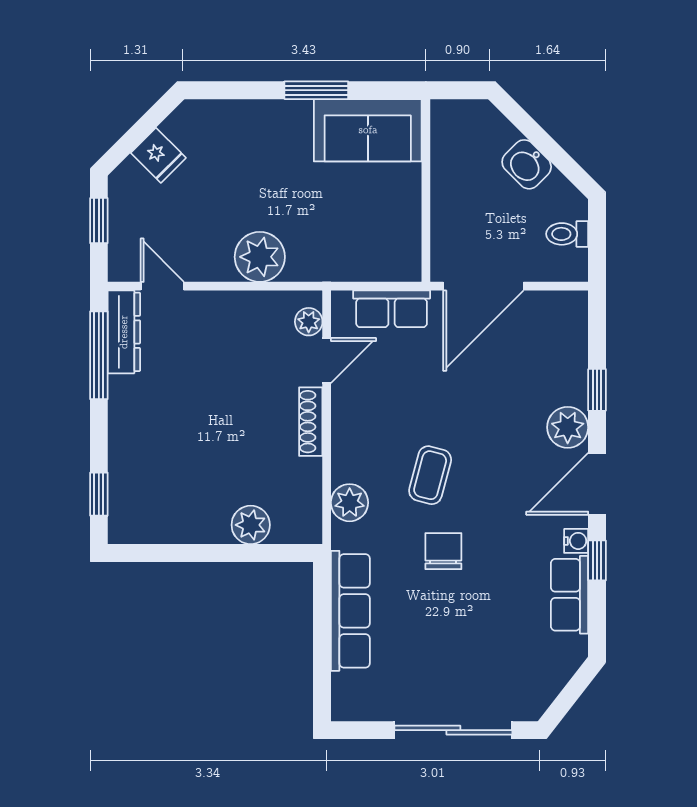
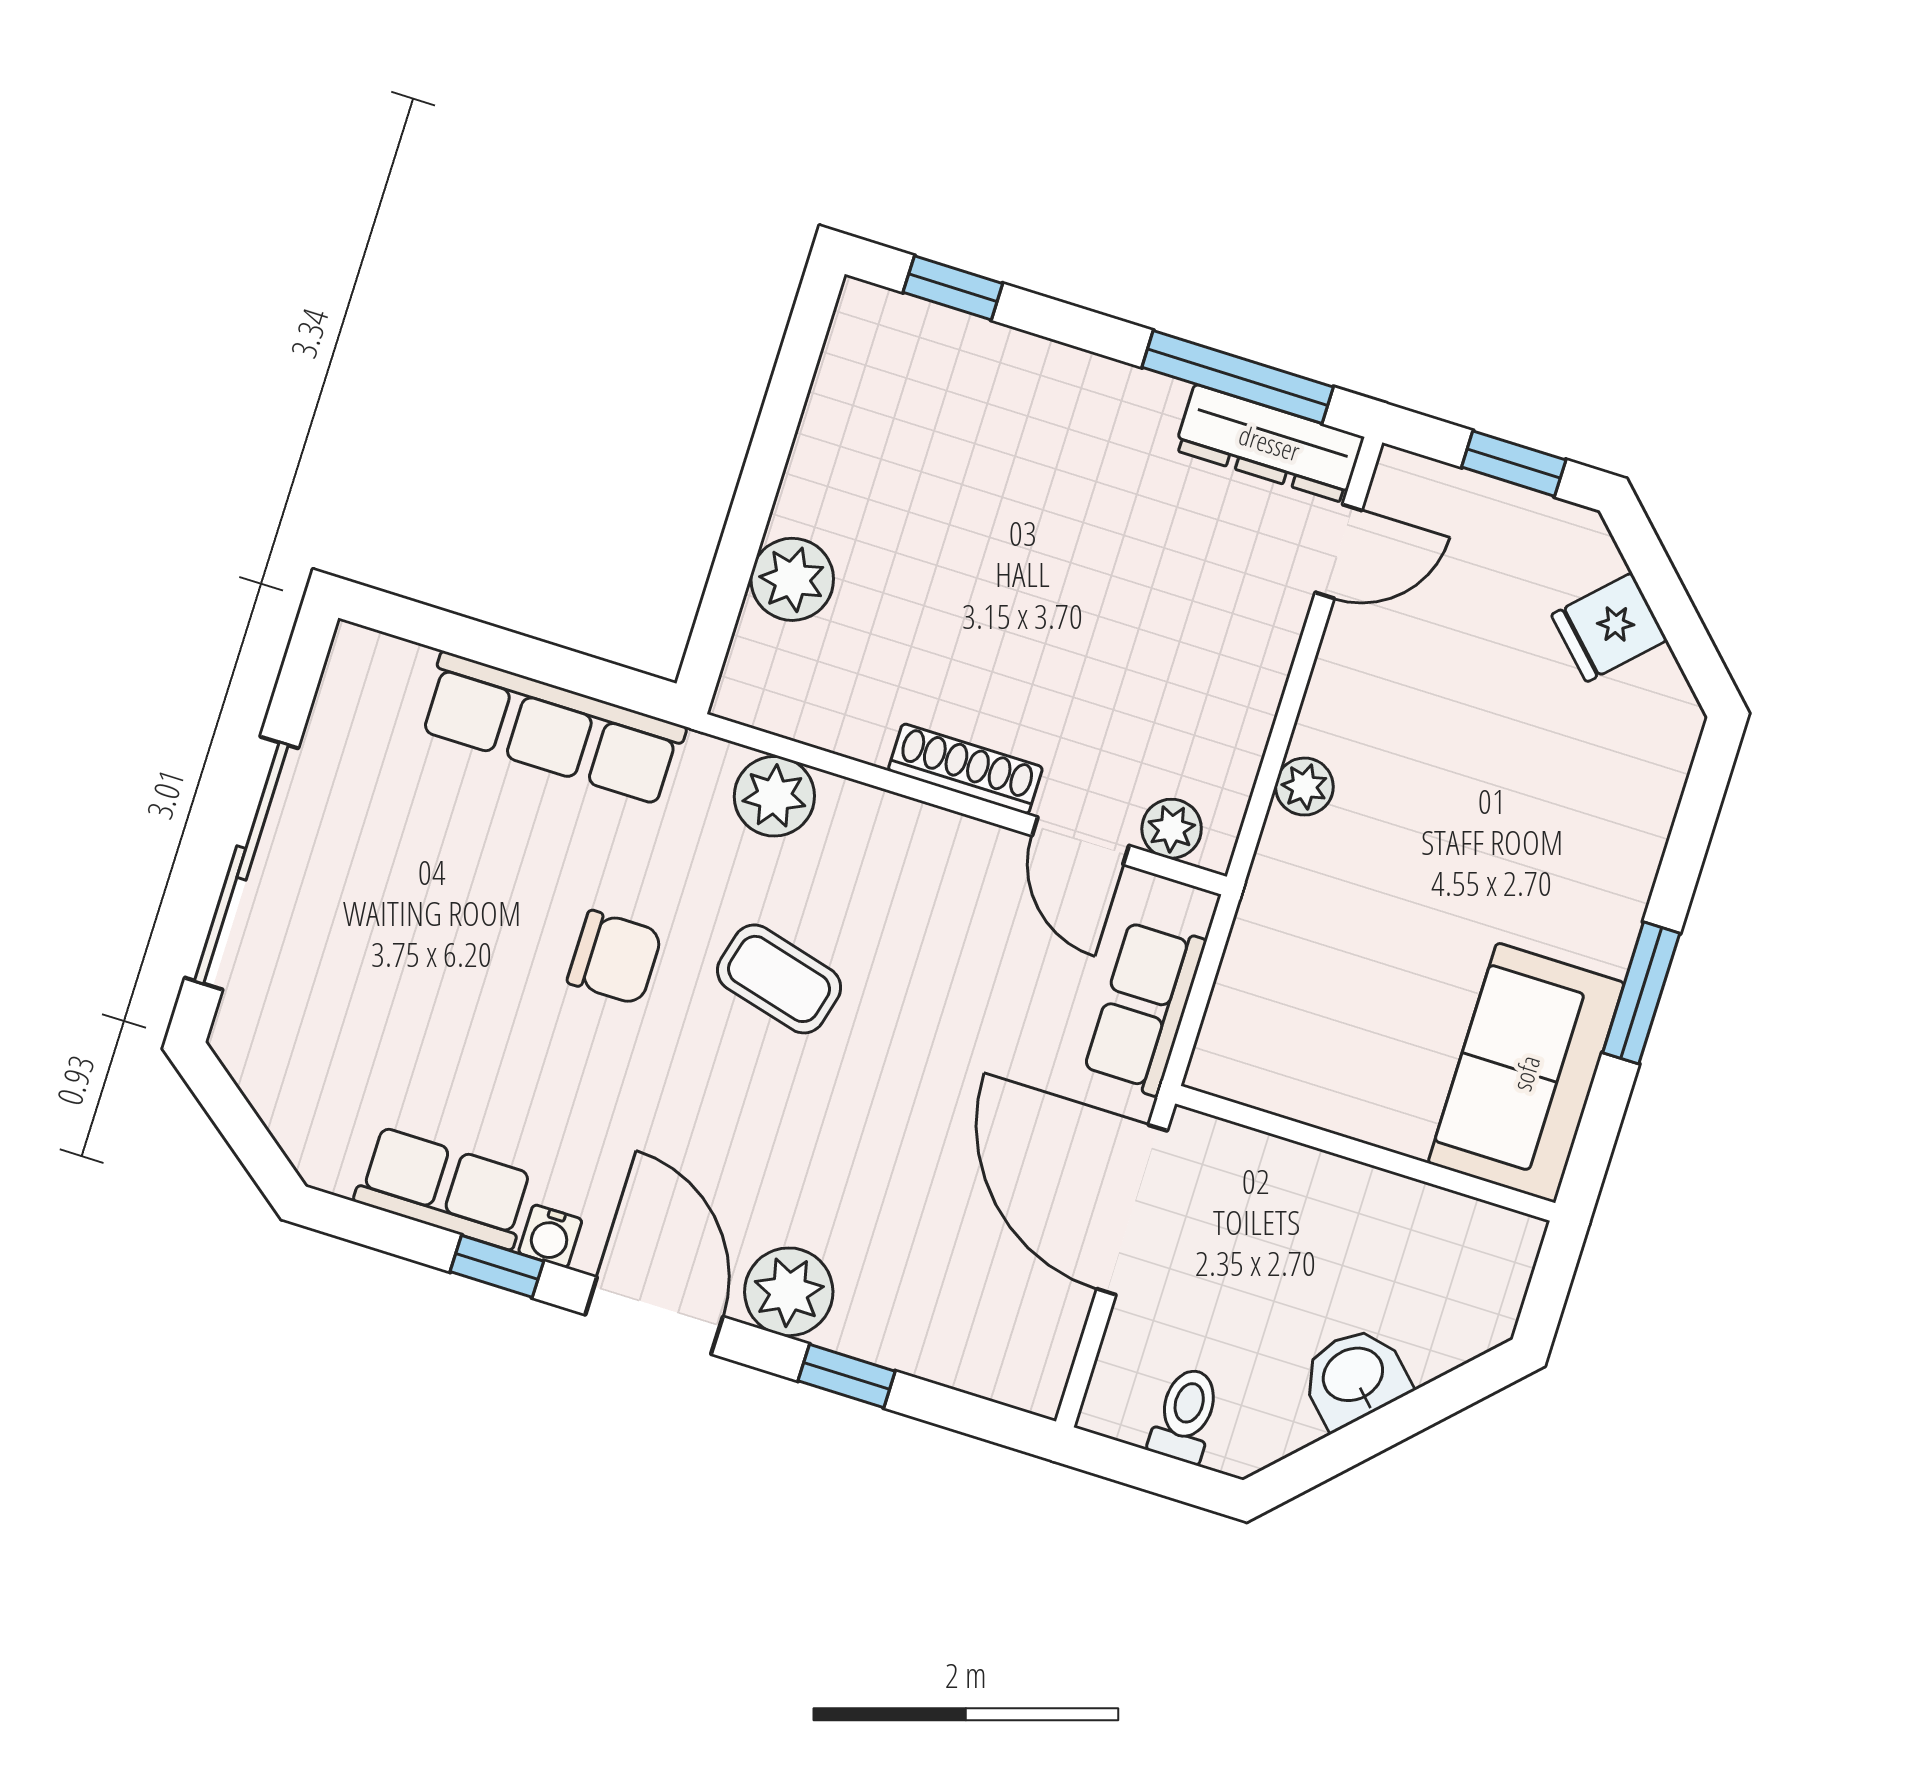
plant: (260, 257) -> (1304, 787), width x0.53, depth x0.53

